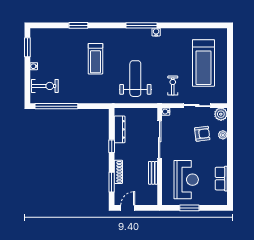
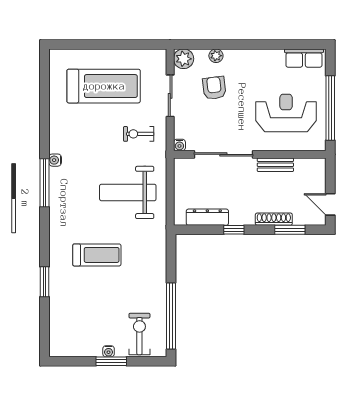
window: (27, 47) -> (111, 361), moved
row of seats: (221, 179) -> (304, 58), moved
window: (189, 208) -> (330, 108), width x2.11

